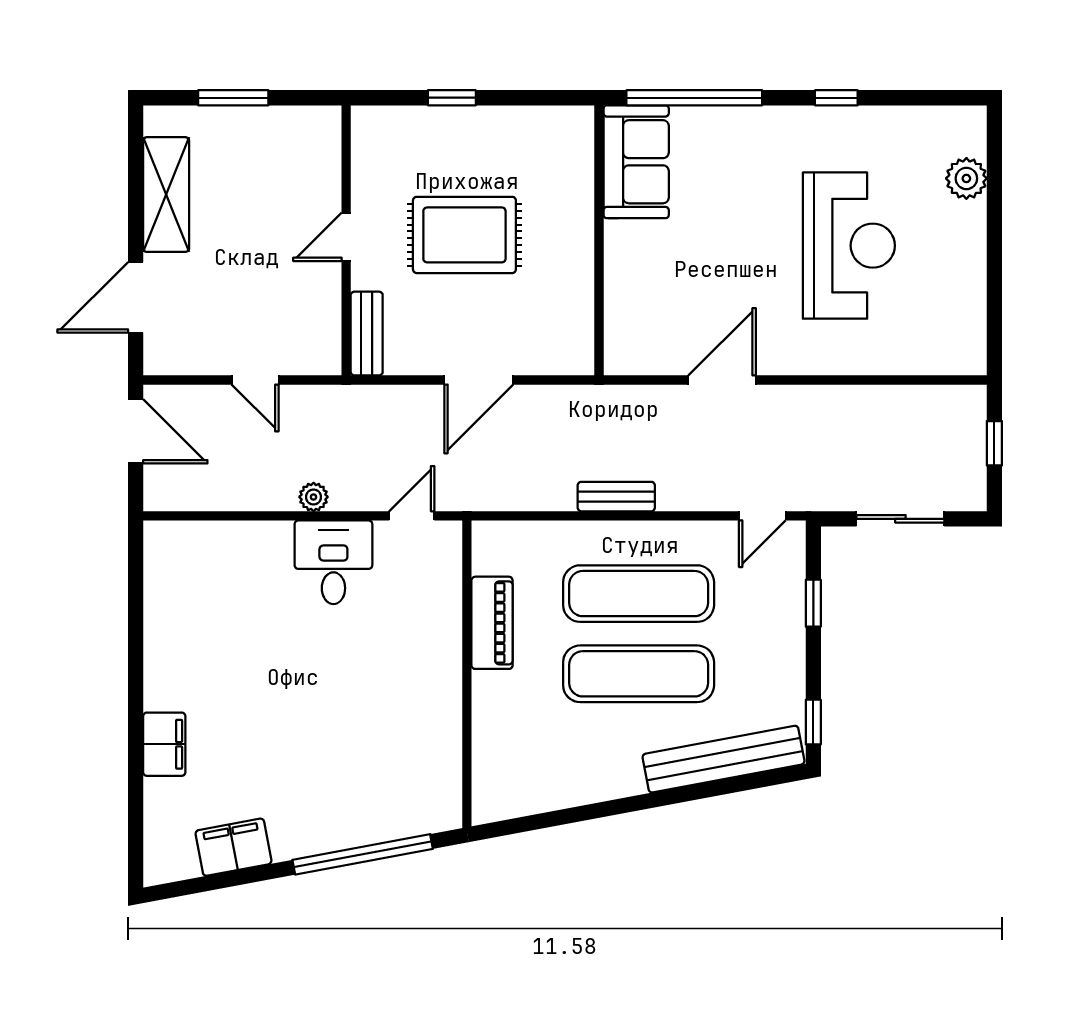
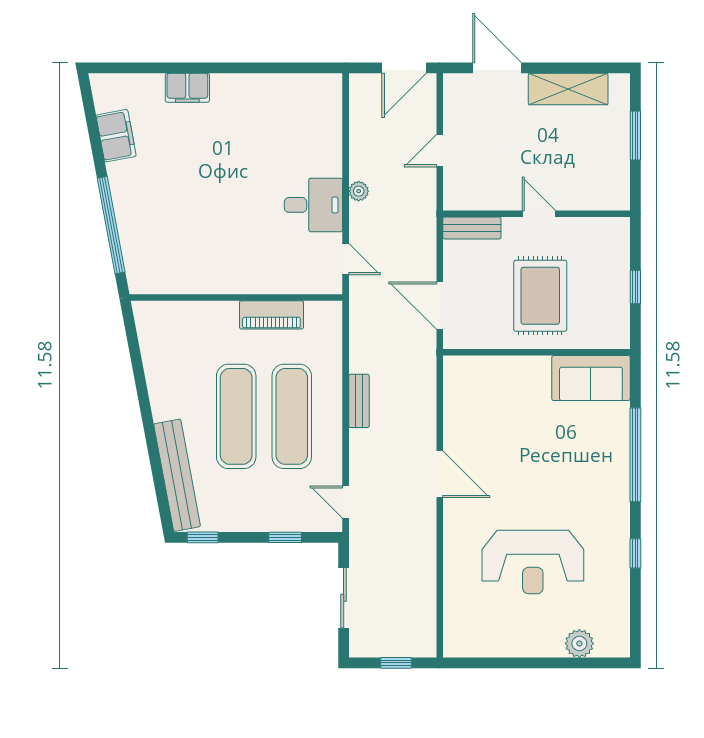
sofa: (636, 162) -> (591, 378), moved
wall: (599, 240) -> (536, 352), moved

